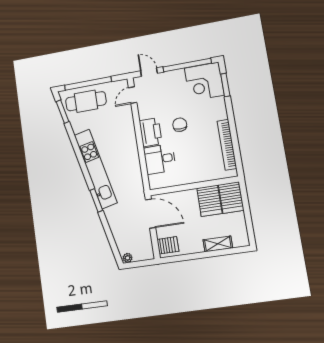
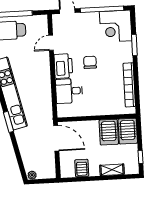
window: (225, 85) -> (134, 45), moved
door: (133, 95) -> (51, 43), moved
window: (249, 226) -> (140, 157), added
server rack: (168, 245) -> (82, 168), moved, turned -90

